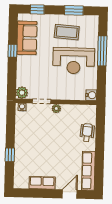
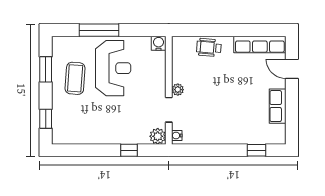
sofa: (27, 38) -> (84, 131), removed
window: (12, 51) -> (129, 150), moved
window: (10, 155) -> (257, 150), moved

